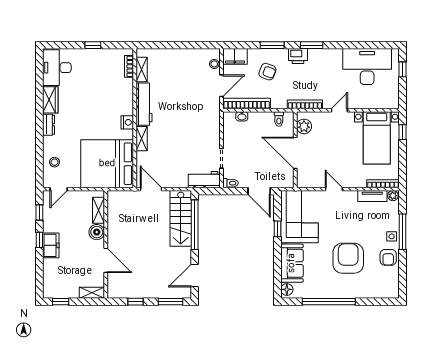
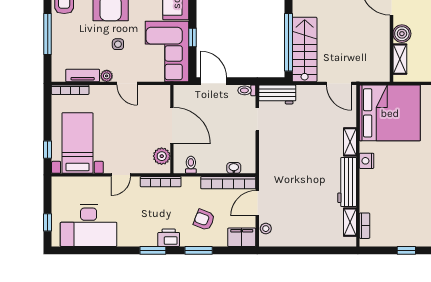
plant: (393, 196) -> (107, 76), moved
side table: (392, 236) -> (118, 44), moved

